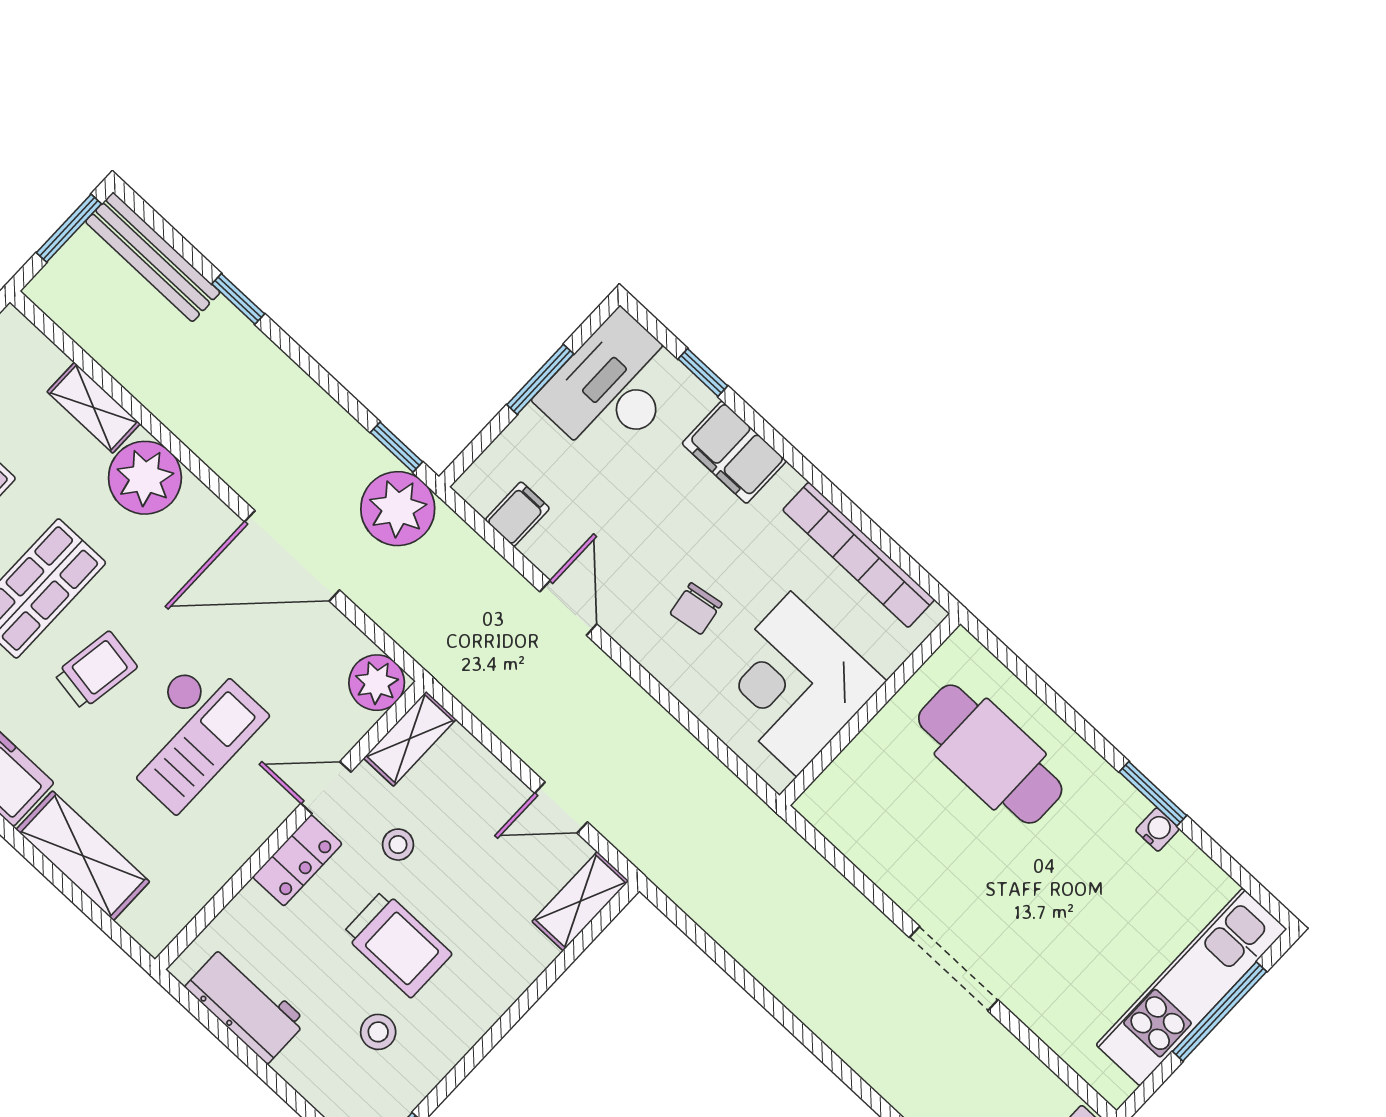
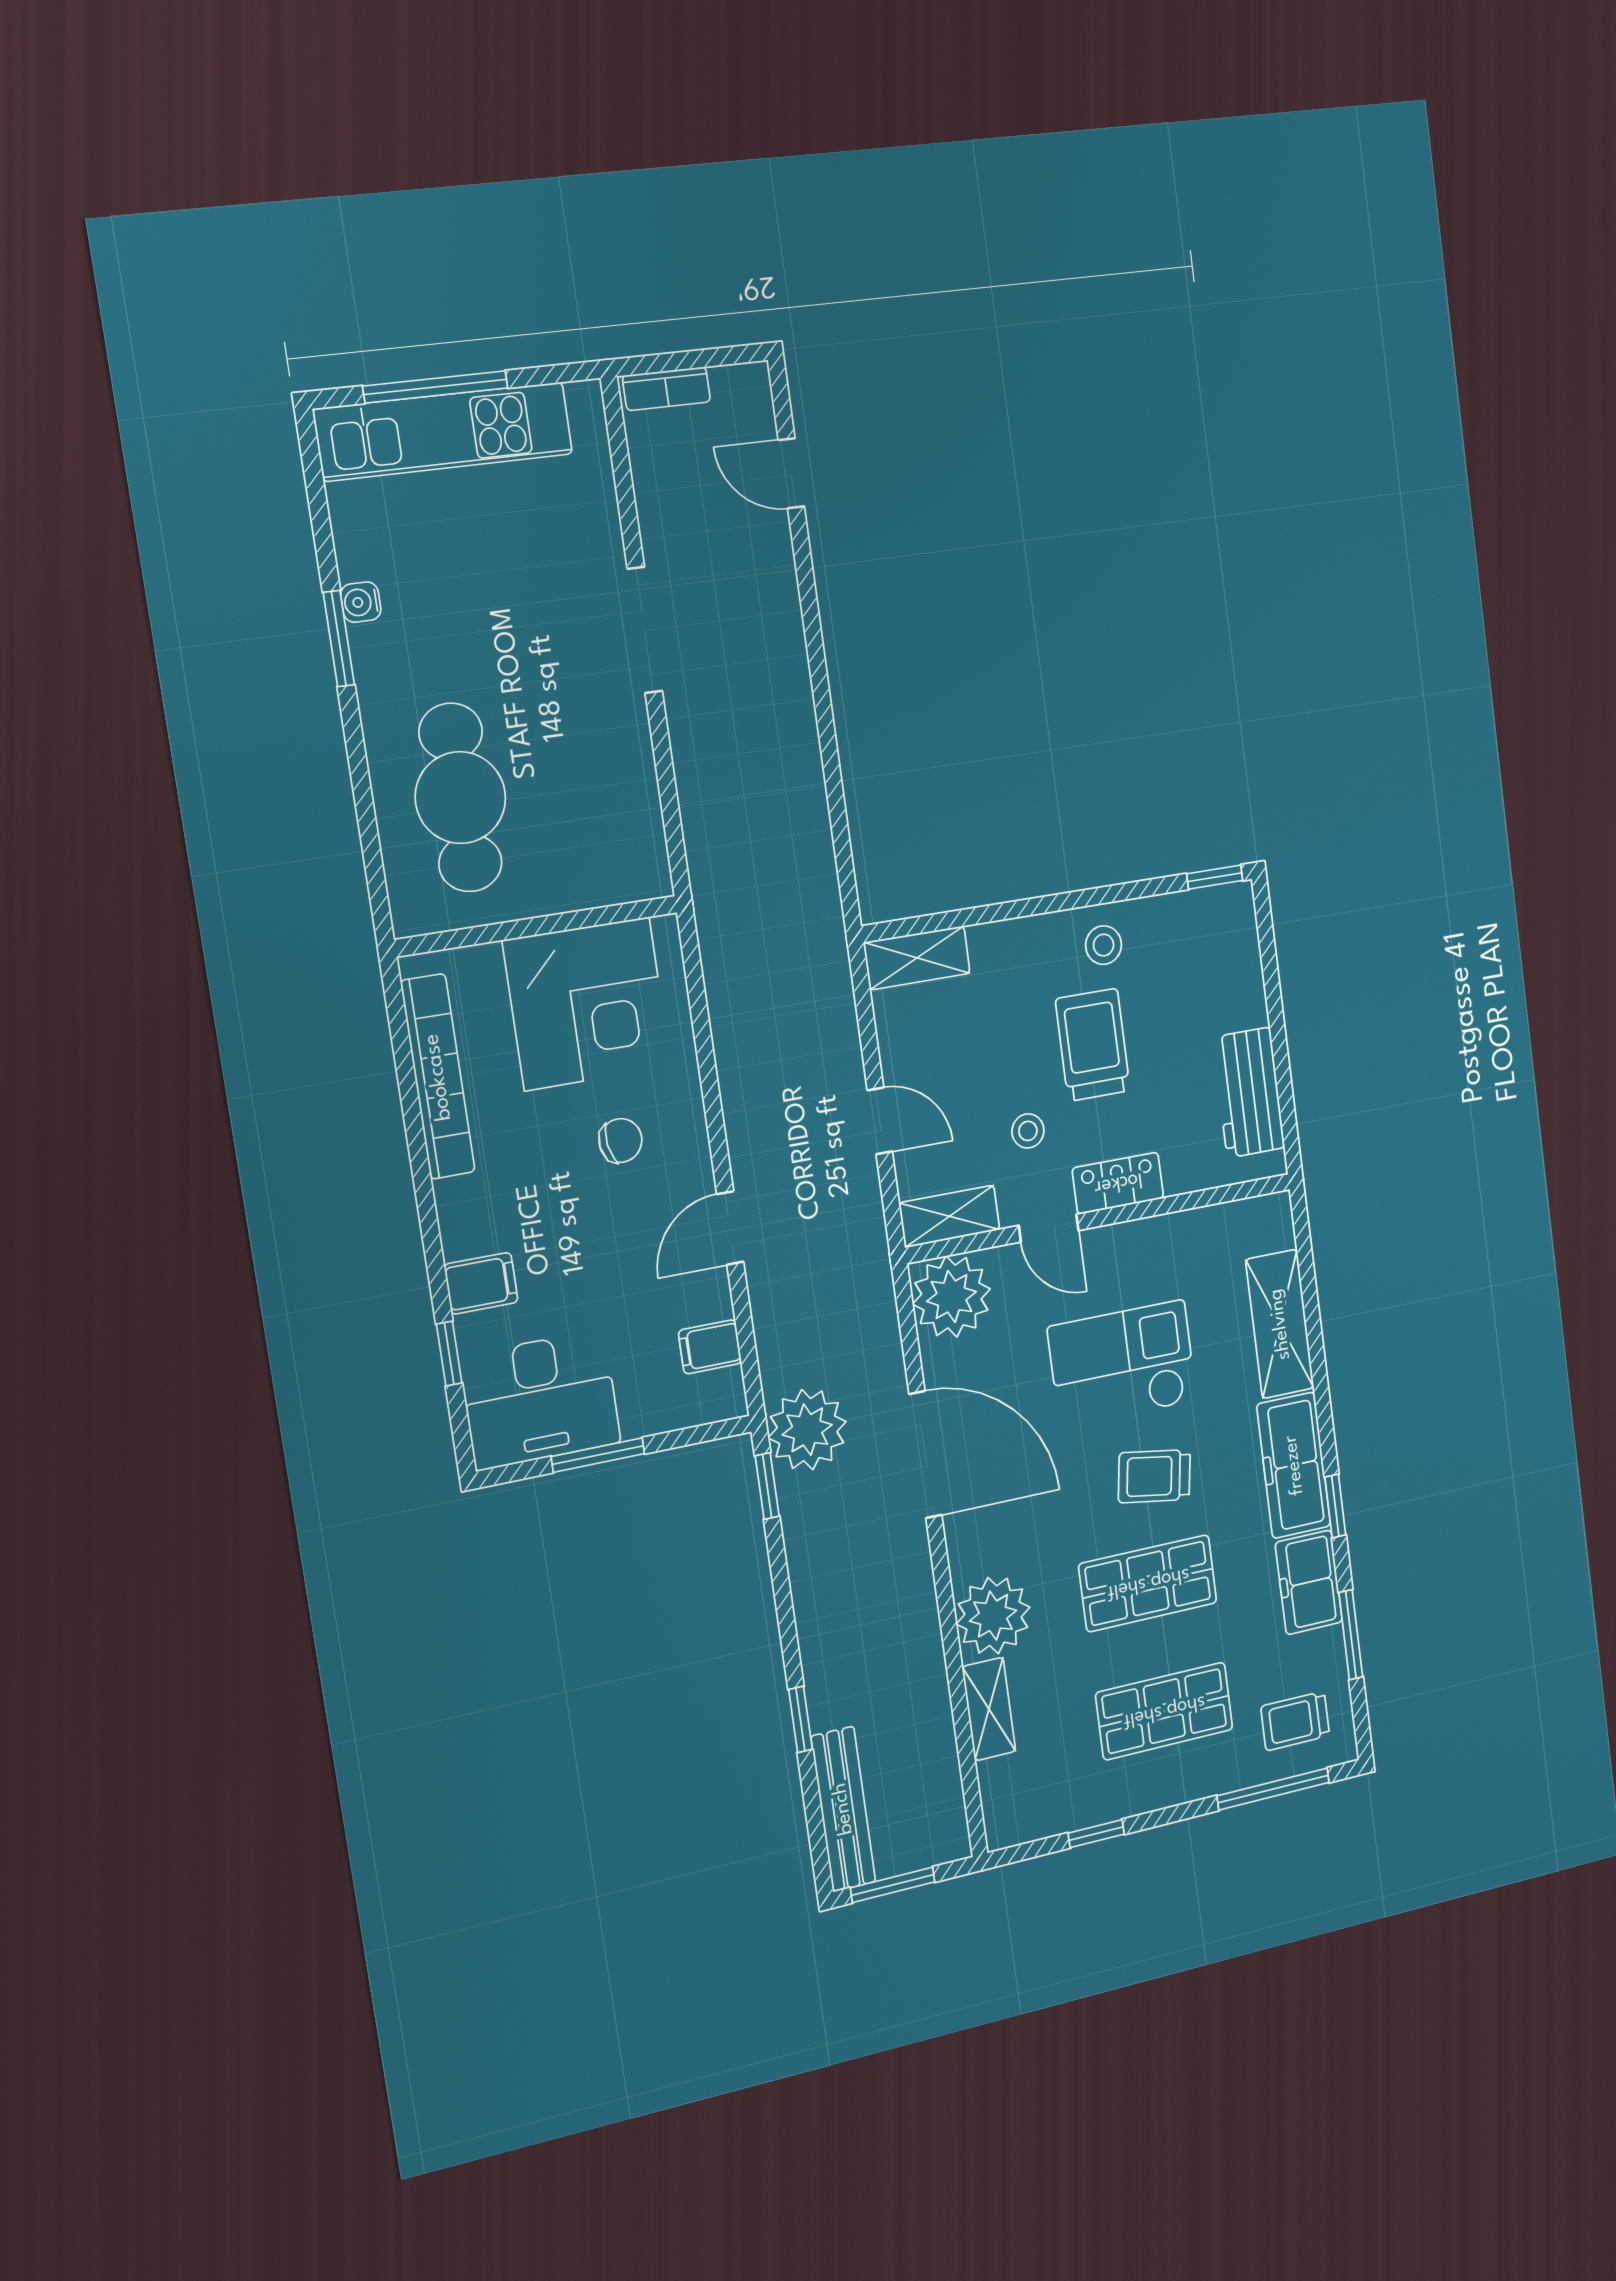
filing cabinet: (734, 452) -> (481, 1283), width x0.50
plant: (377, 683) -> (951, 1297), width x1.36, depth x1.36
door: (561, 808) -> (880, 1121), moved
stool: (378, 1032) -> (1104, 945), moved

